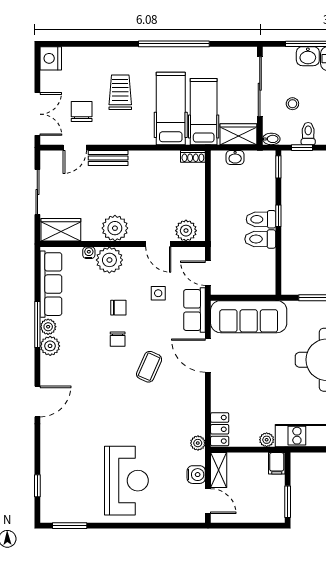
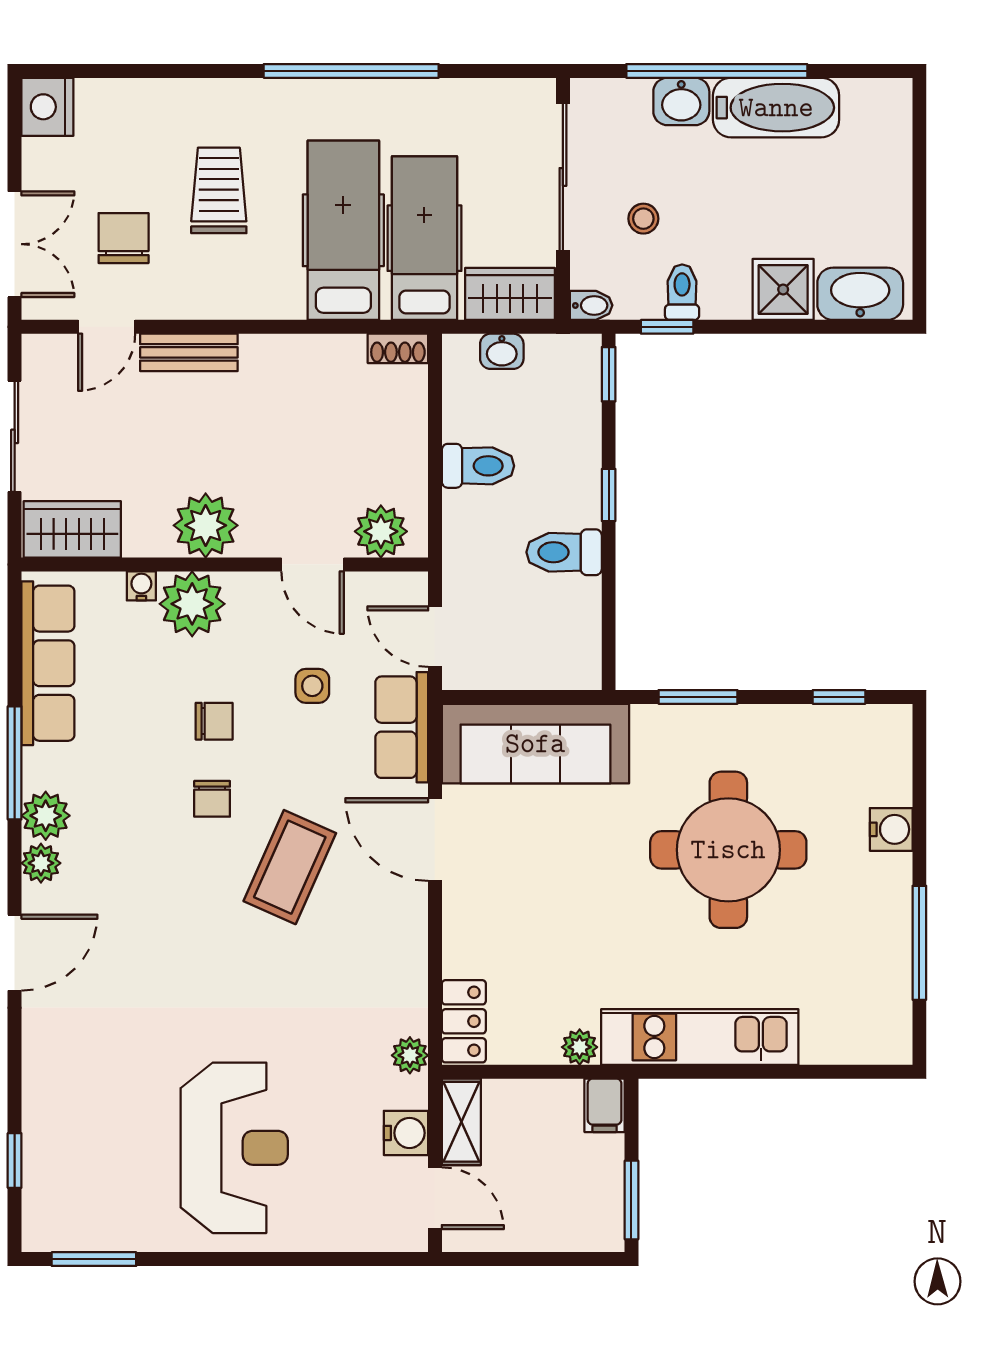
toilet: (261, 219) -> (478, 466), moved, turned 180
plant: (48, 327) -> (41, 863), moved
coffee table: (149, 367) -> (290, 867), width x1.36, depth x1.30

